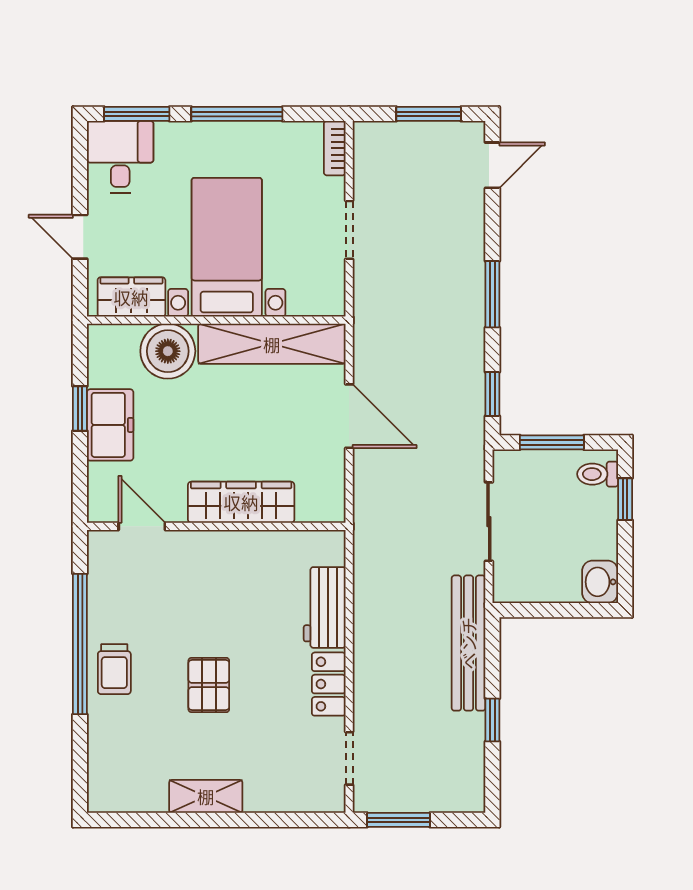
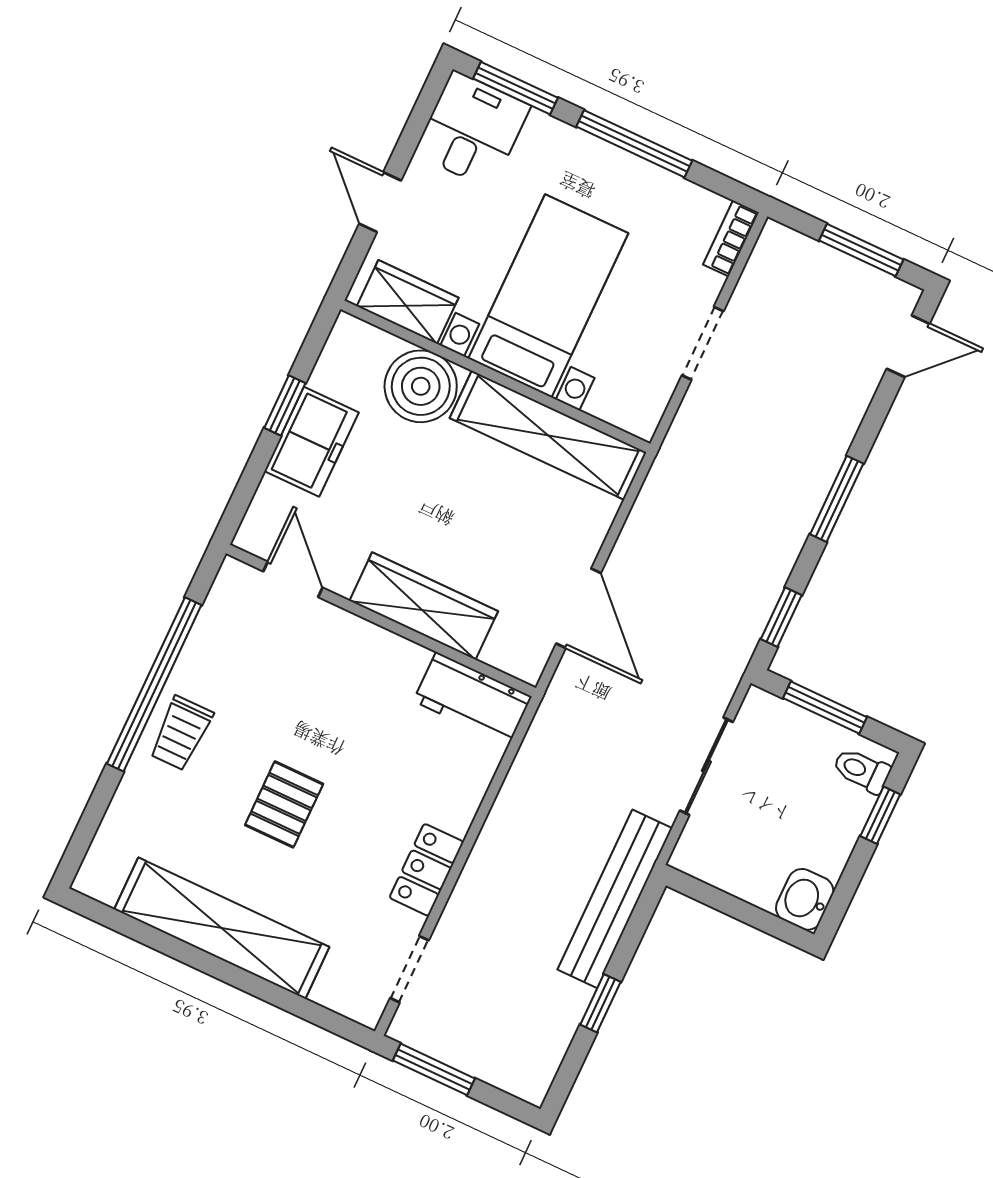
door: (349, 416) -> (578, 608), moved
workbench: (325, 607) -> (472, 699), moved, turned -90
shelving: (206, 796) -> (222, 928), width x2.20, depth x1.33

